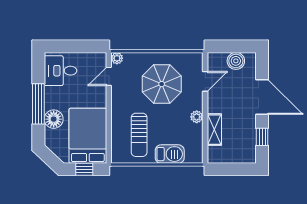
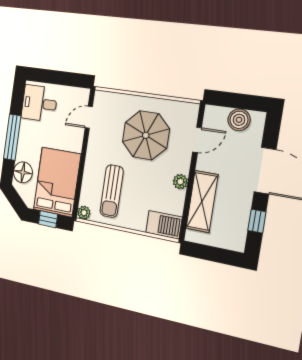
plant: (117, 58) -> (84, 213), moved
floor lamp: (54, 119) -> (23, 172), moved
shelving: (214, 130) -> (202, 201), width x1.50, depth x1.33
barbecue: (170, 154) -> (164, 225), moved

